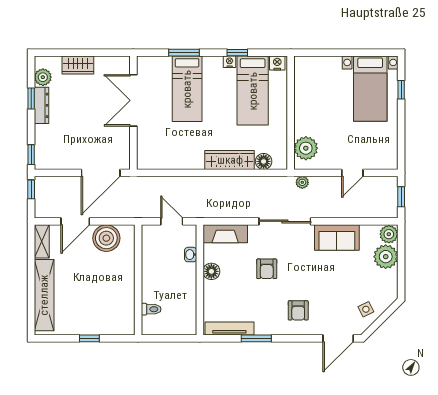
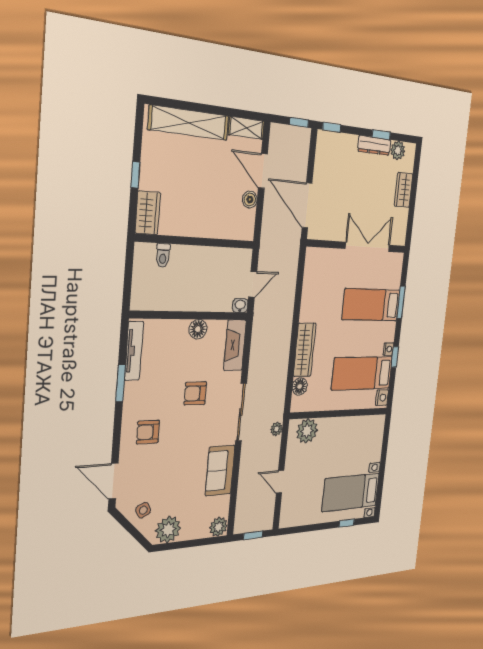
boiler: (106, 238) -> (250, 199), width x0.54, depth x0.54
washbasin: (191, 255) -> (240, 306), moved
plant: (386, 257) -> (168, 529), moved
wardrobe: (118, 325) -> (148, 213), added

